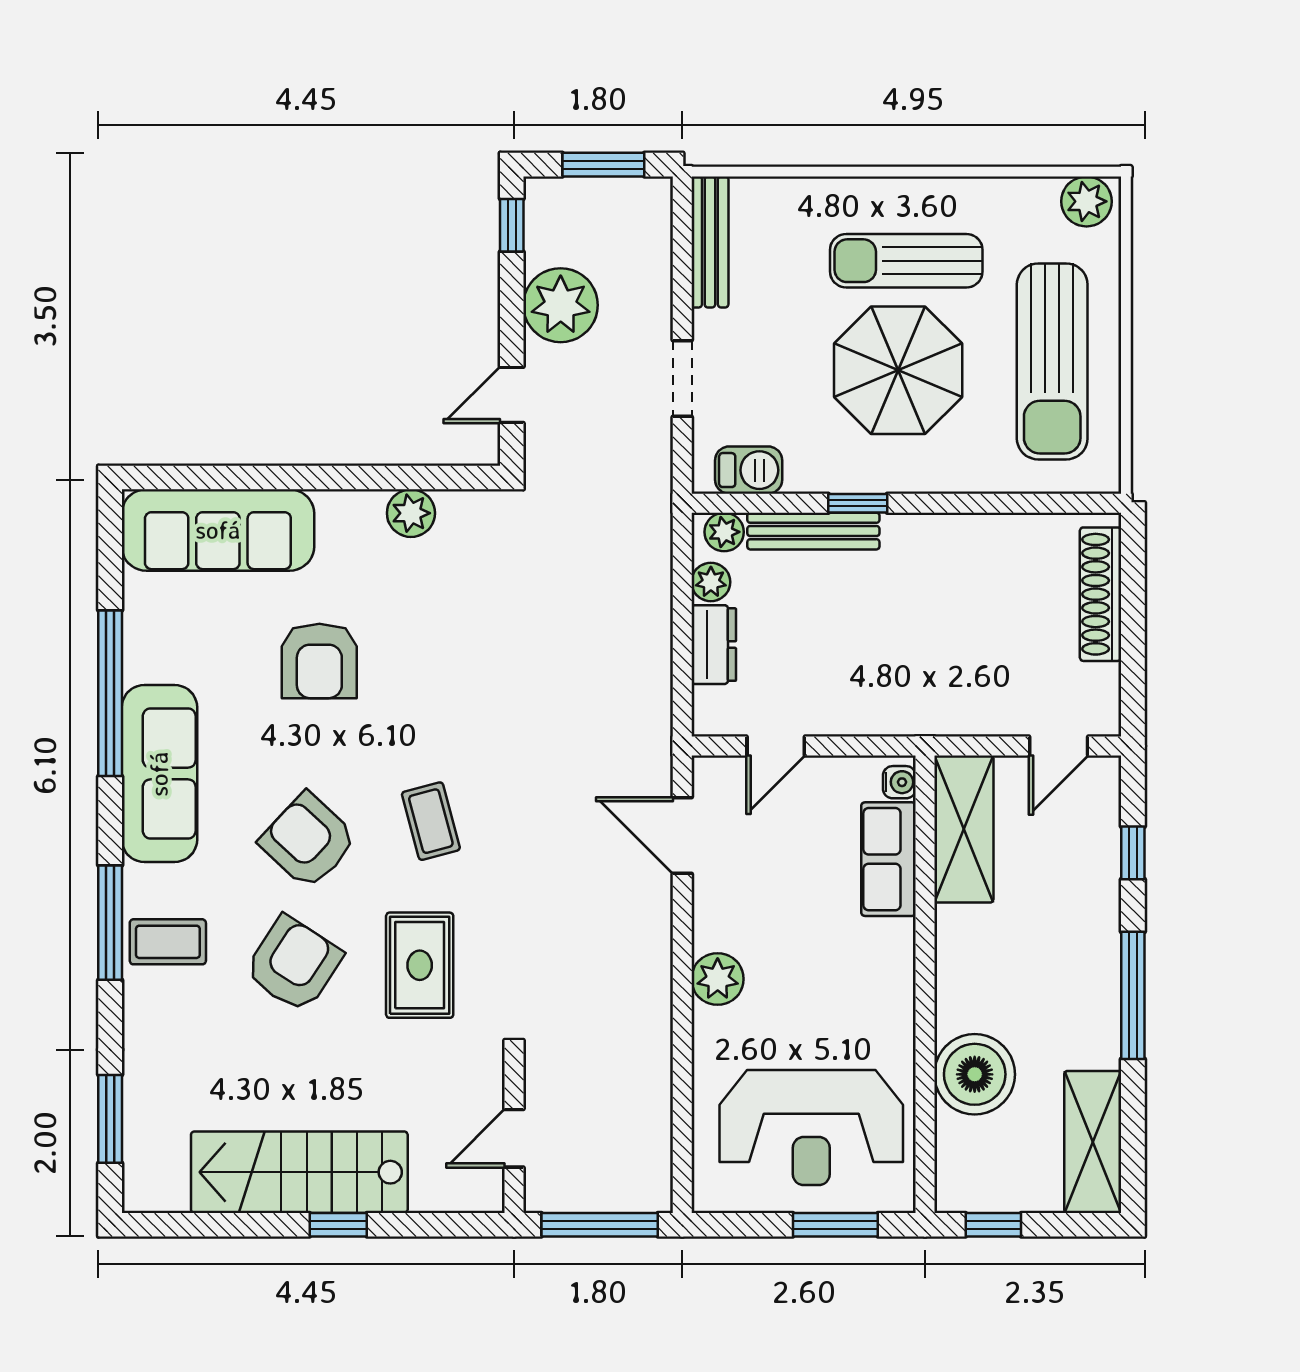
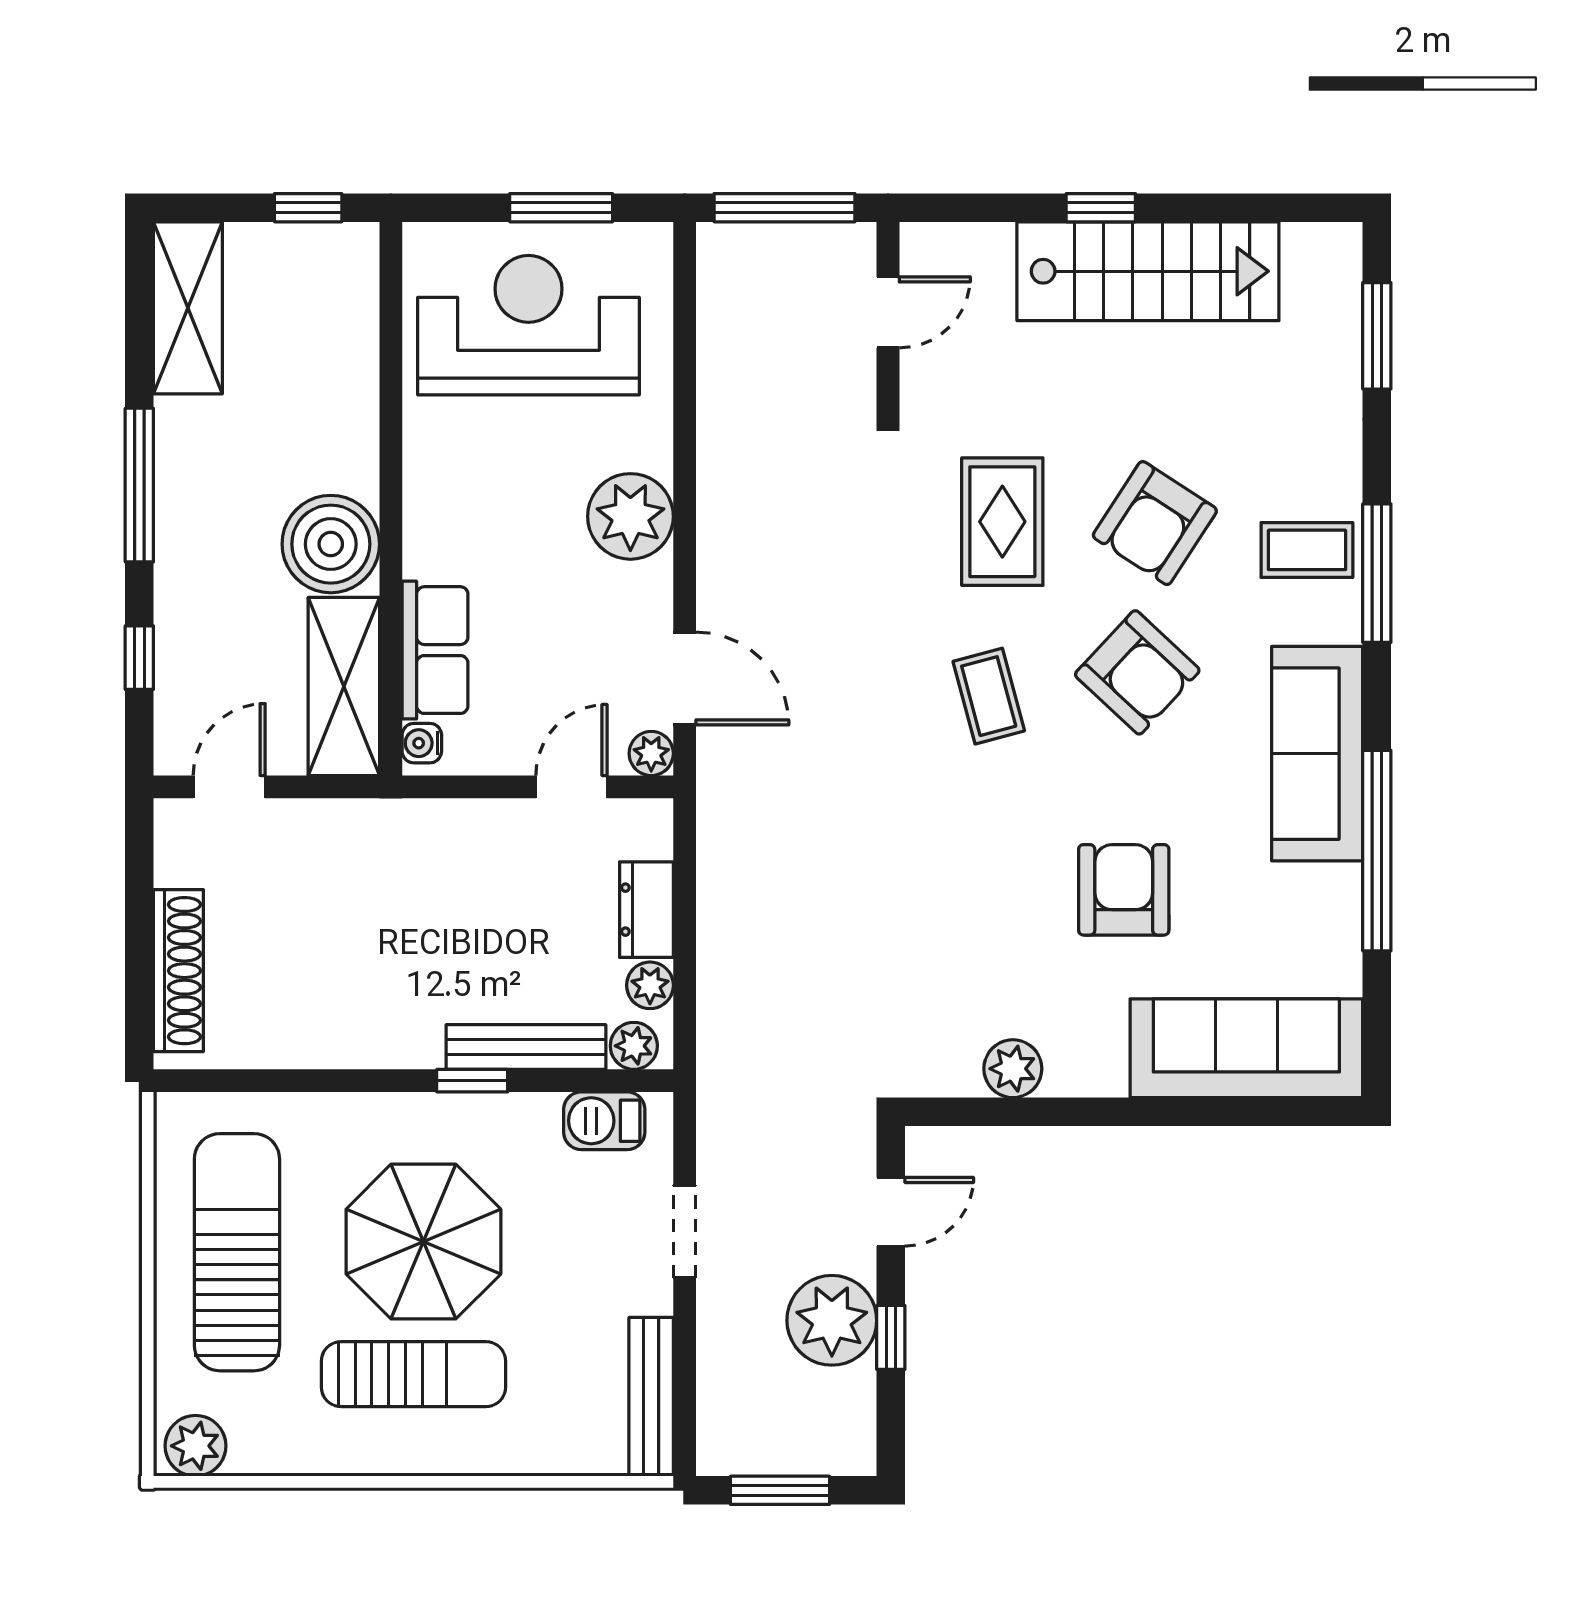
window: (512, 225) -> (891, 1337), moved
plant: (710, 774) -> (651, 753), added
plant: (718, 979) -> (630, 516), width x1.36, depth x1.36
boiler: (975, 1074) -> (331, 544), moved
window: (835, 1225) -> (561, 208), moved

